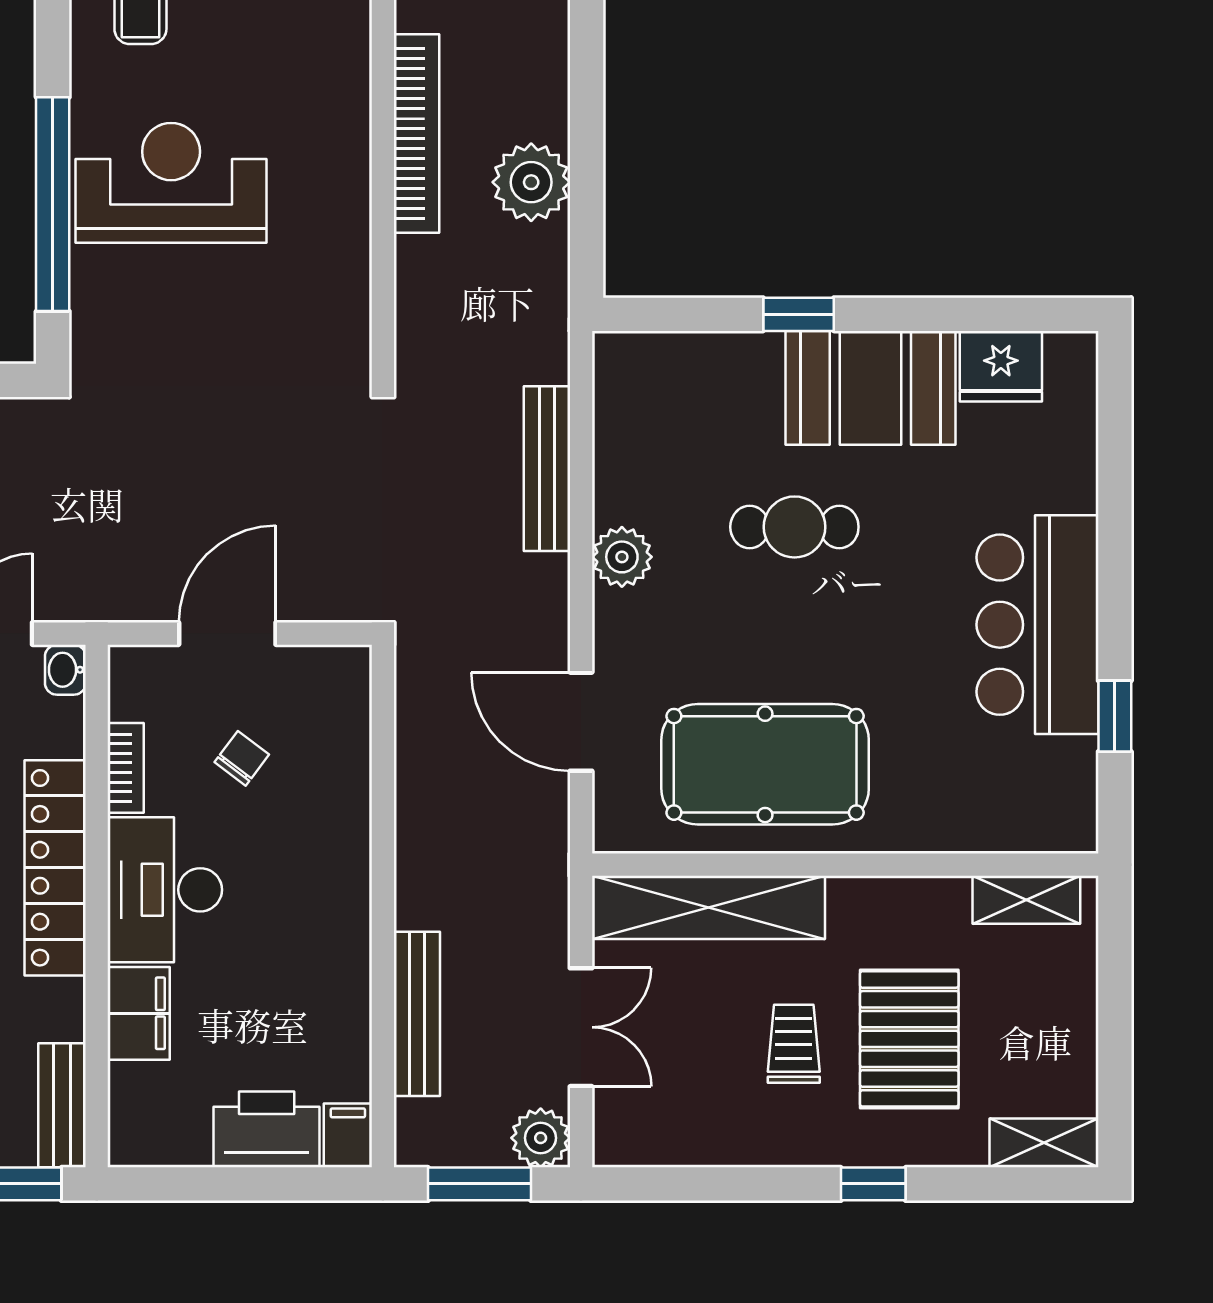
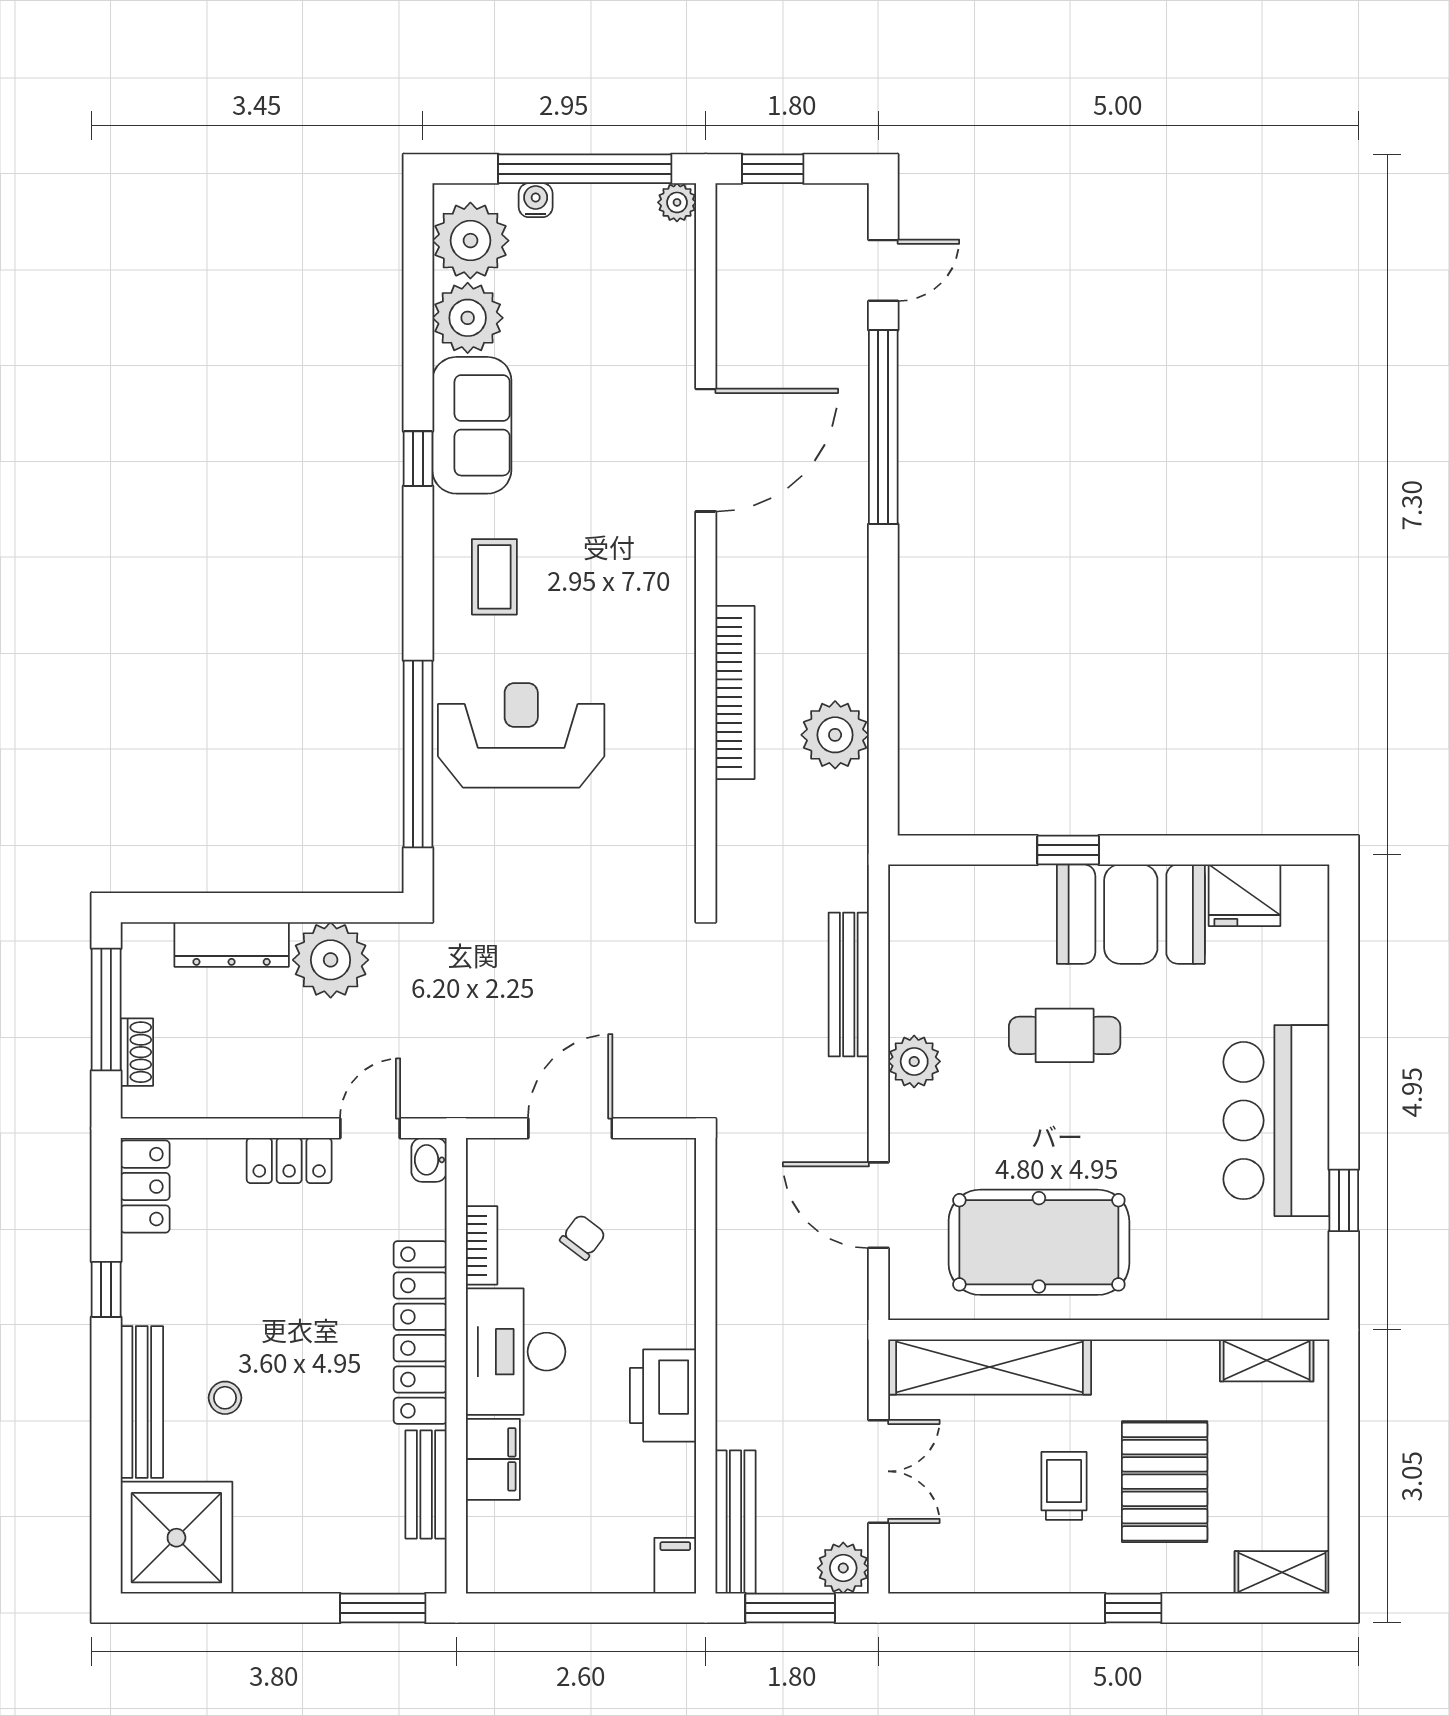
bench: (417, 1014) -> (735, 1522), moved
bench: (62, 1105) -> (426, 1484), moved
printer: (267, 1129) -> (663, 1395), moved, turned -90

